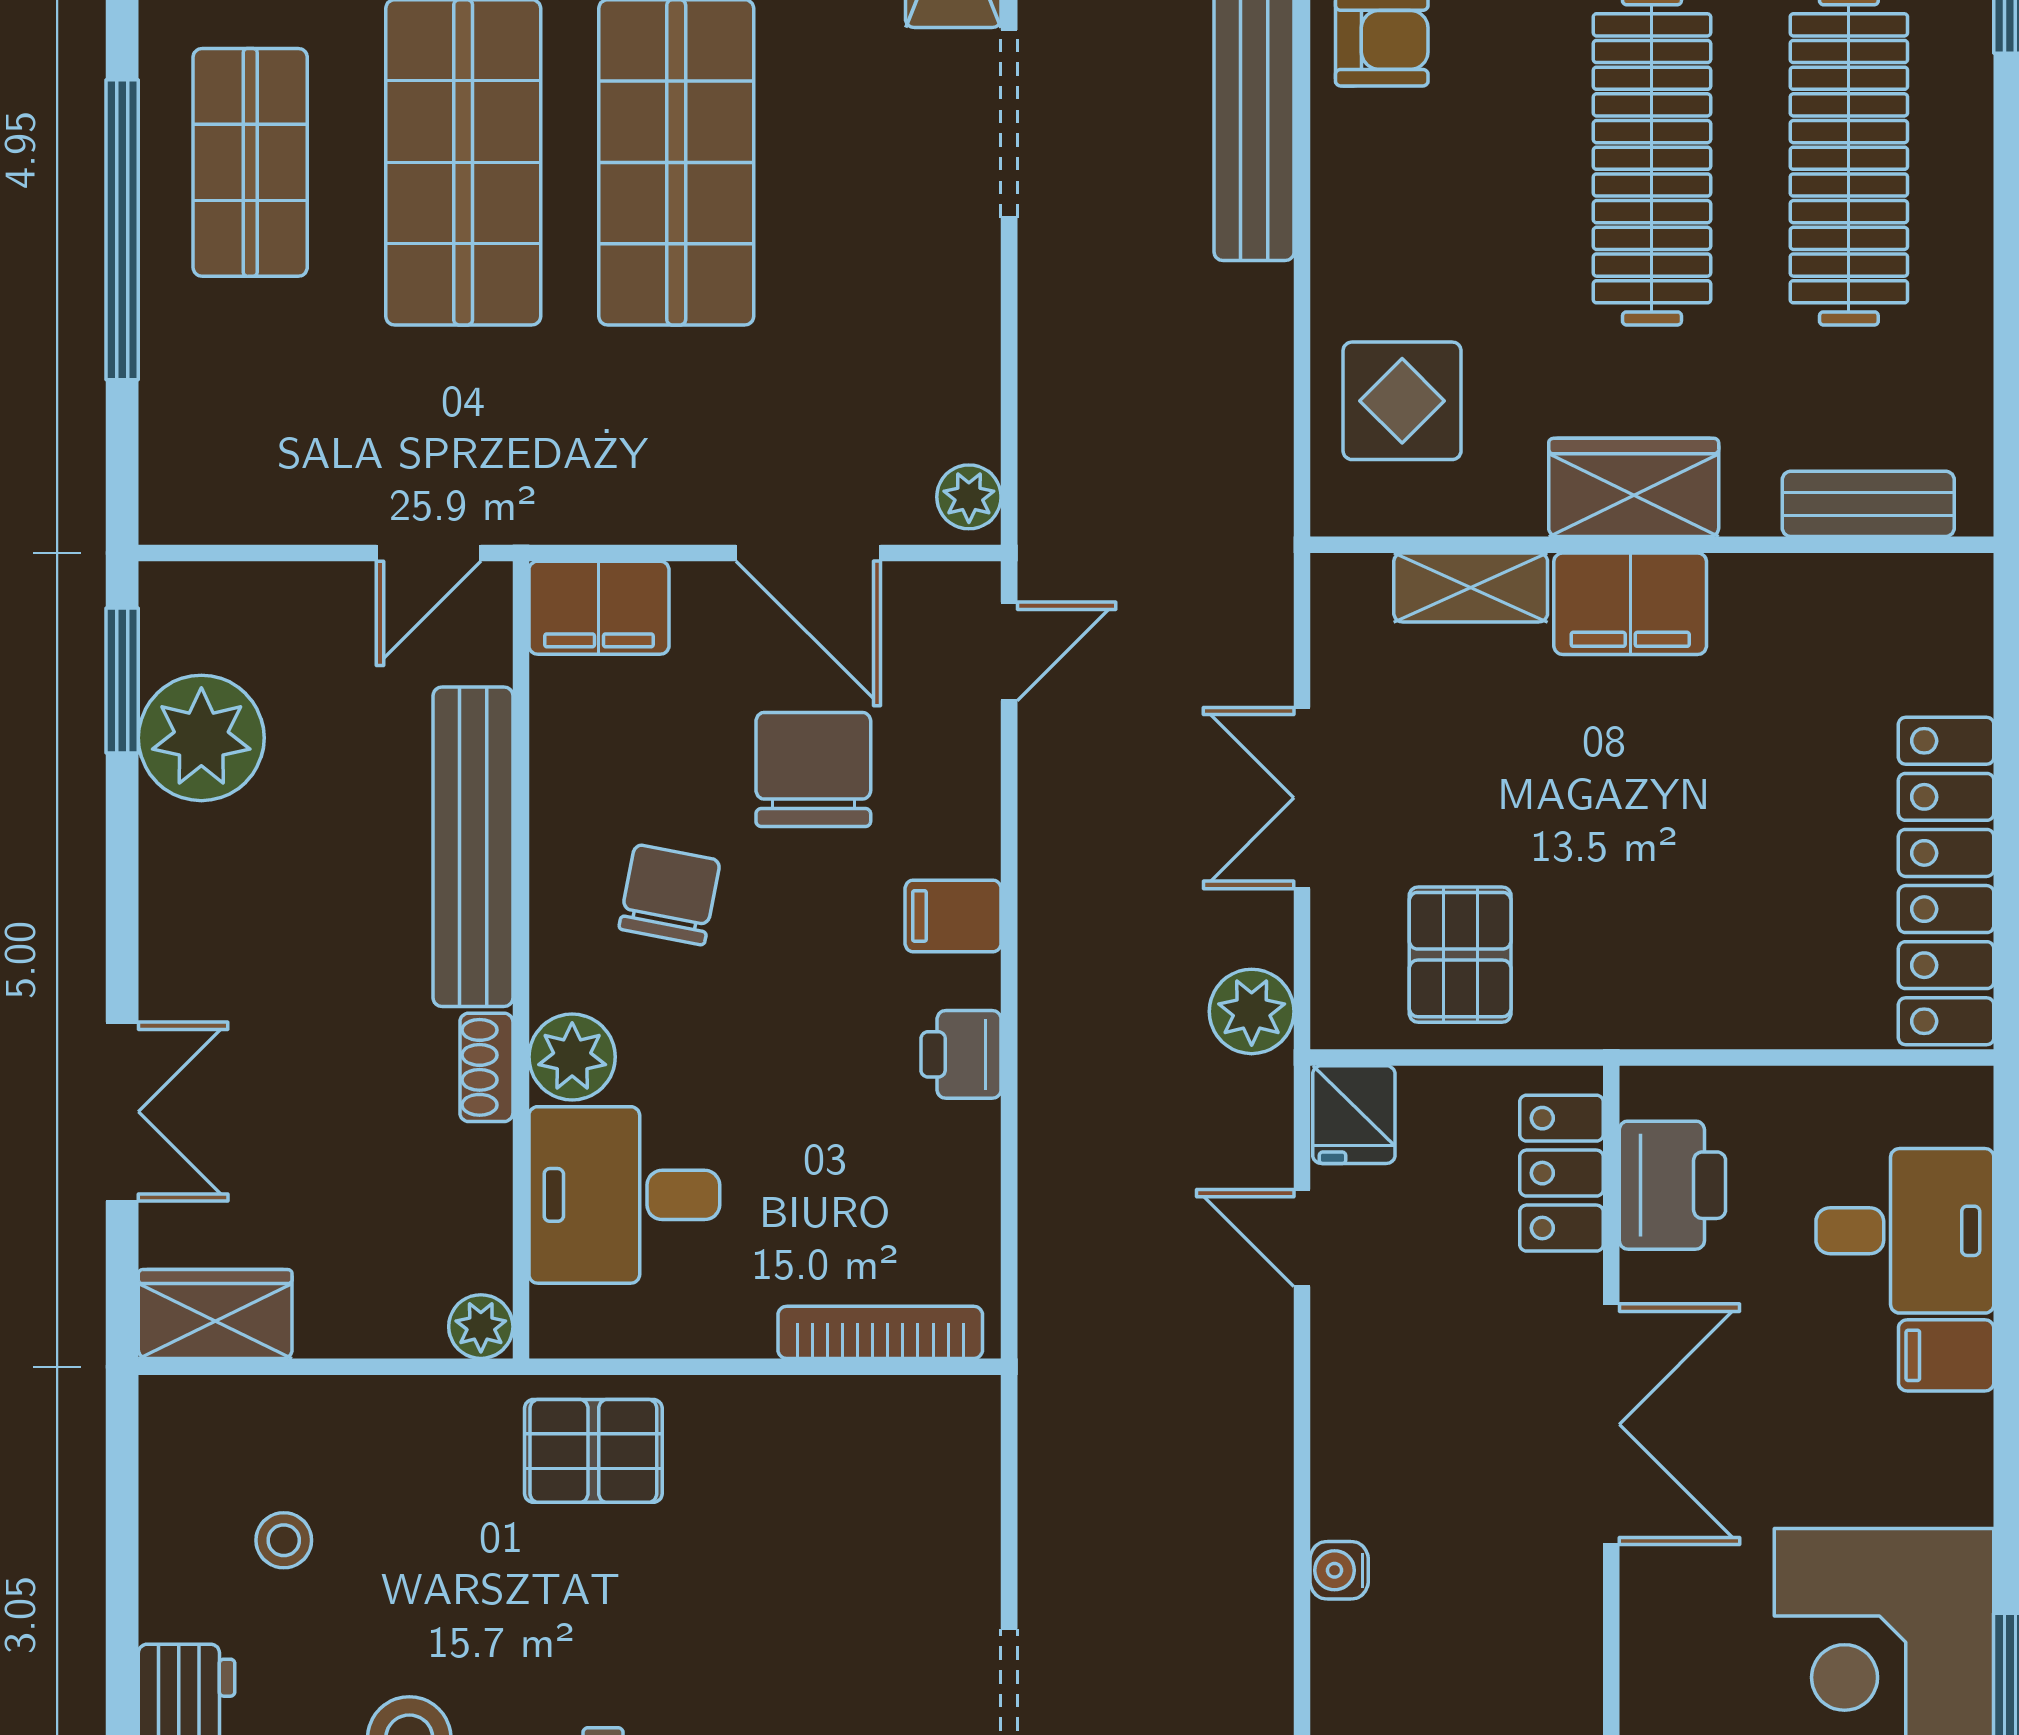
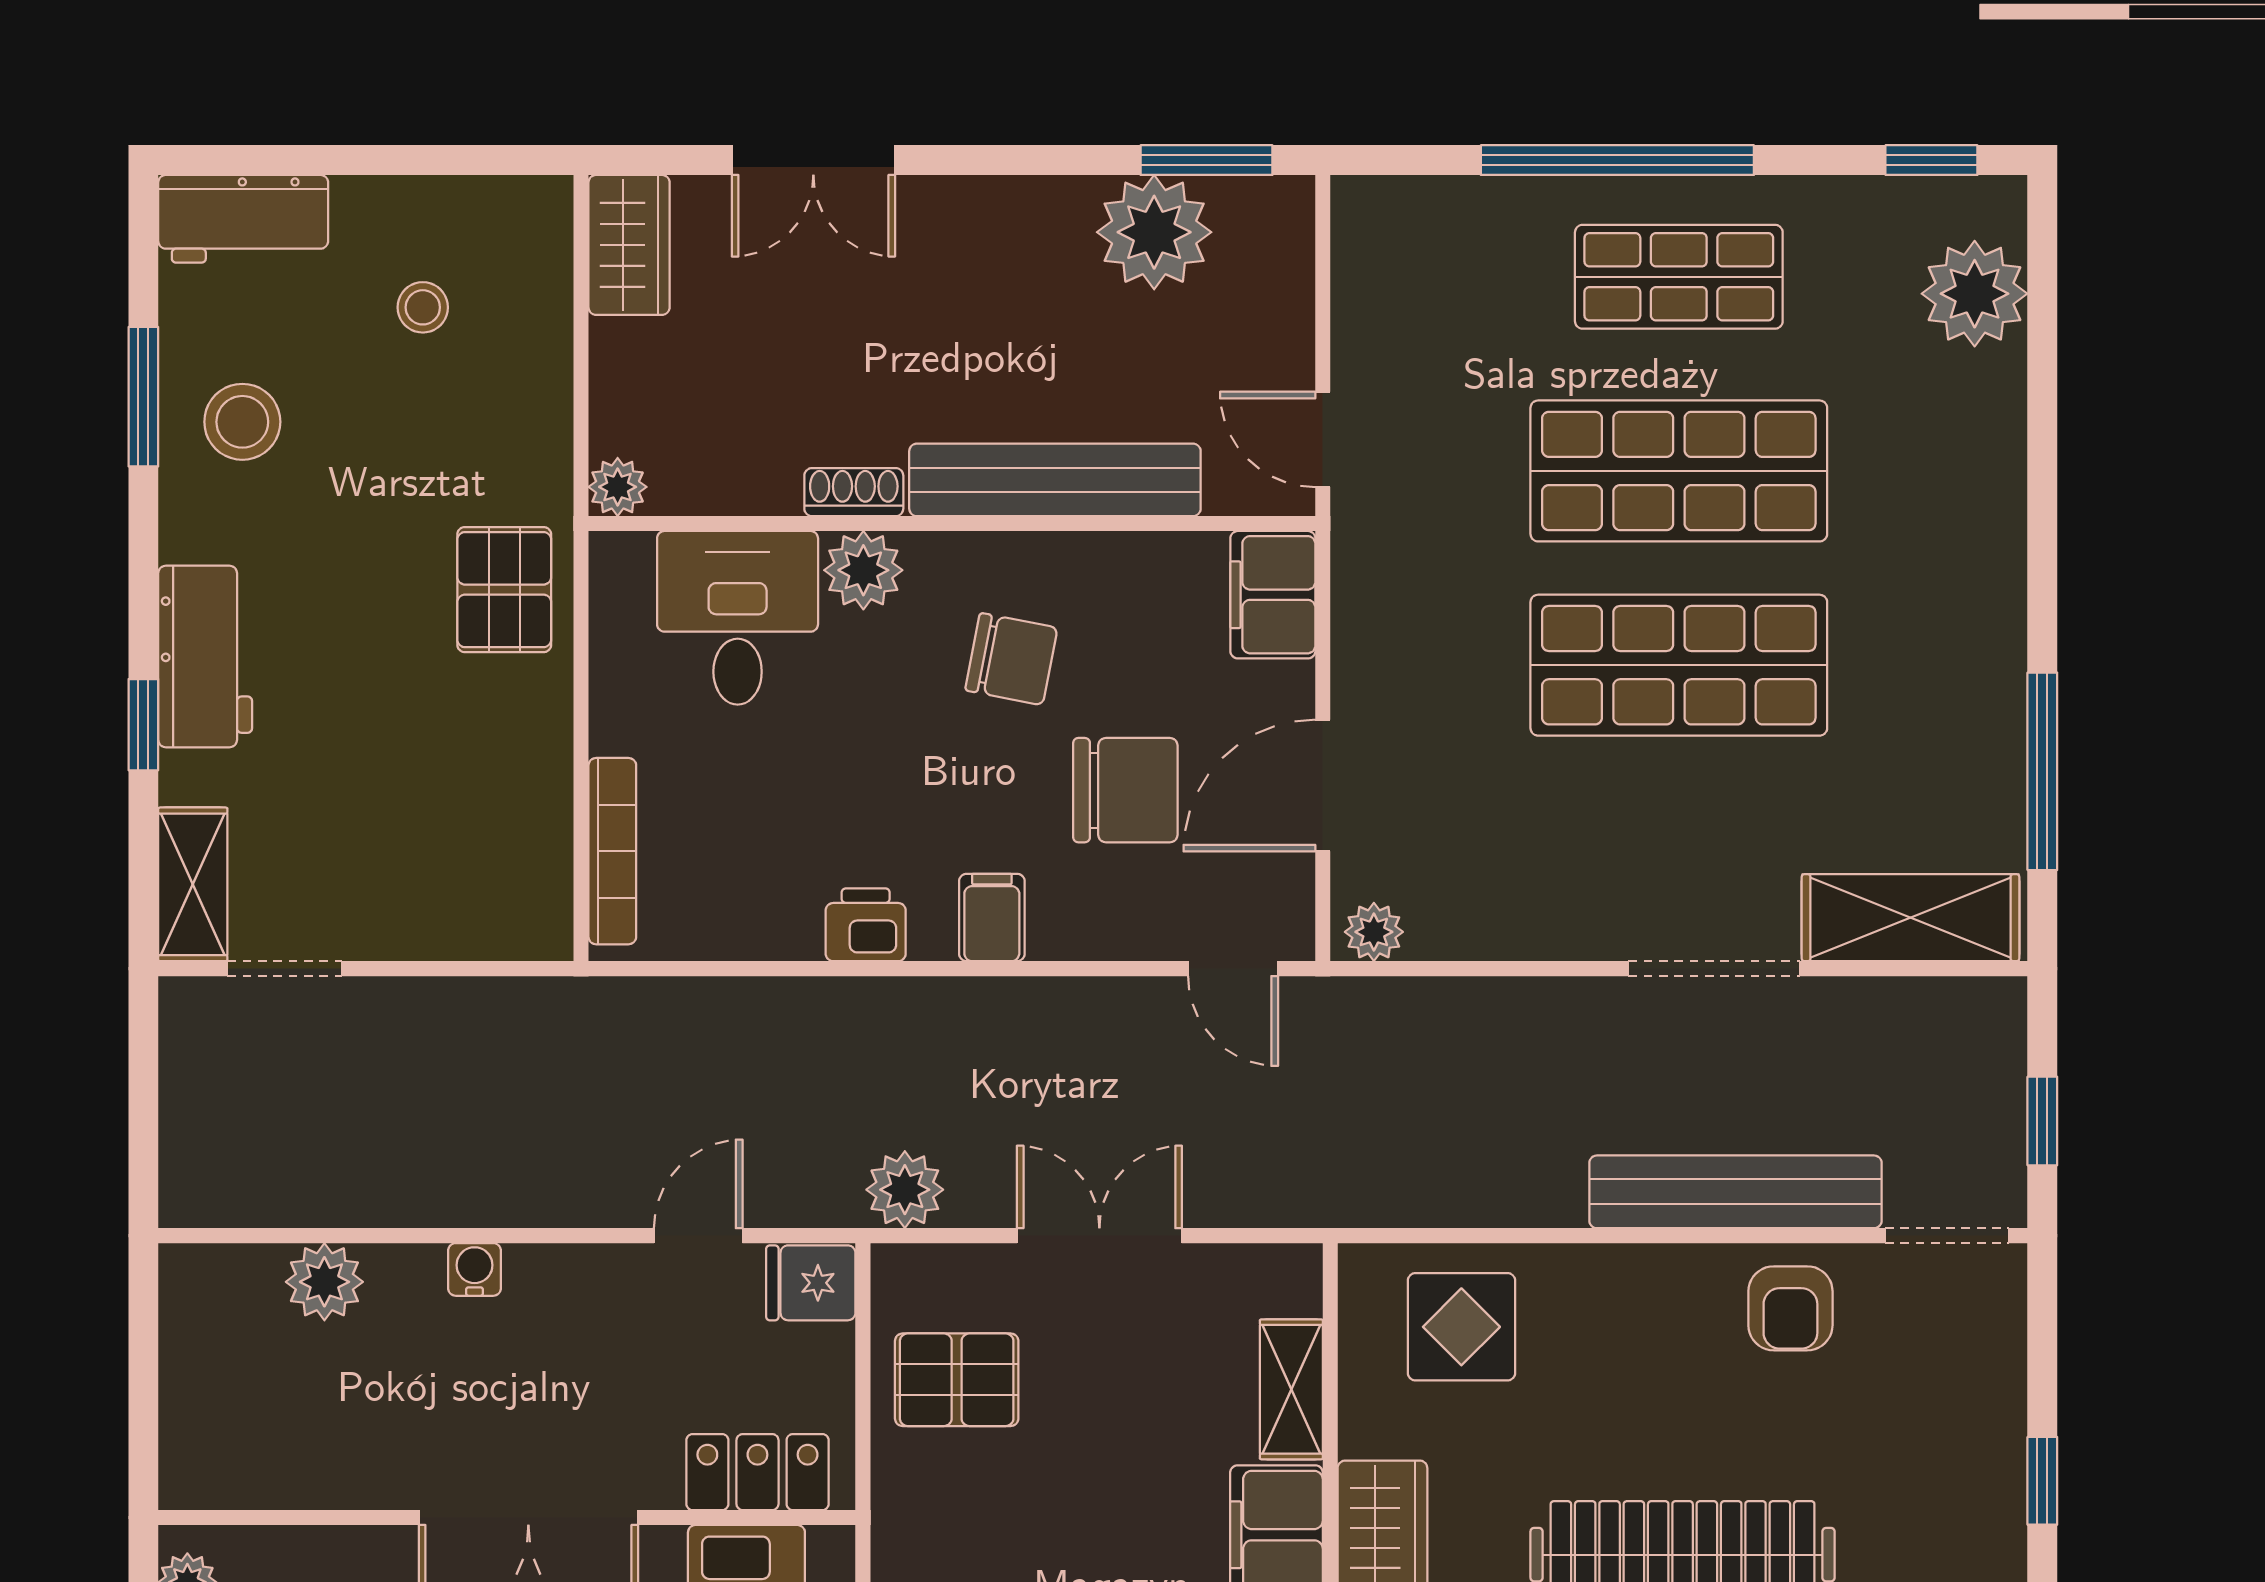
water cooler: (1339, 1570) -> (475, 1269), moved
plant: (1353, 1648) -> (324, 1282), added

